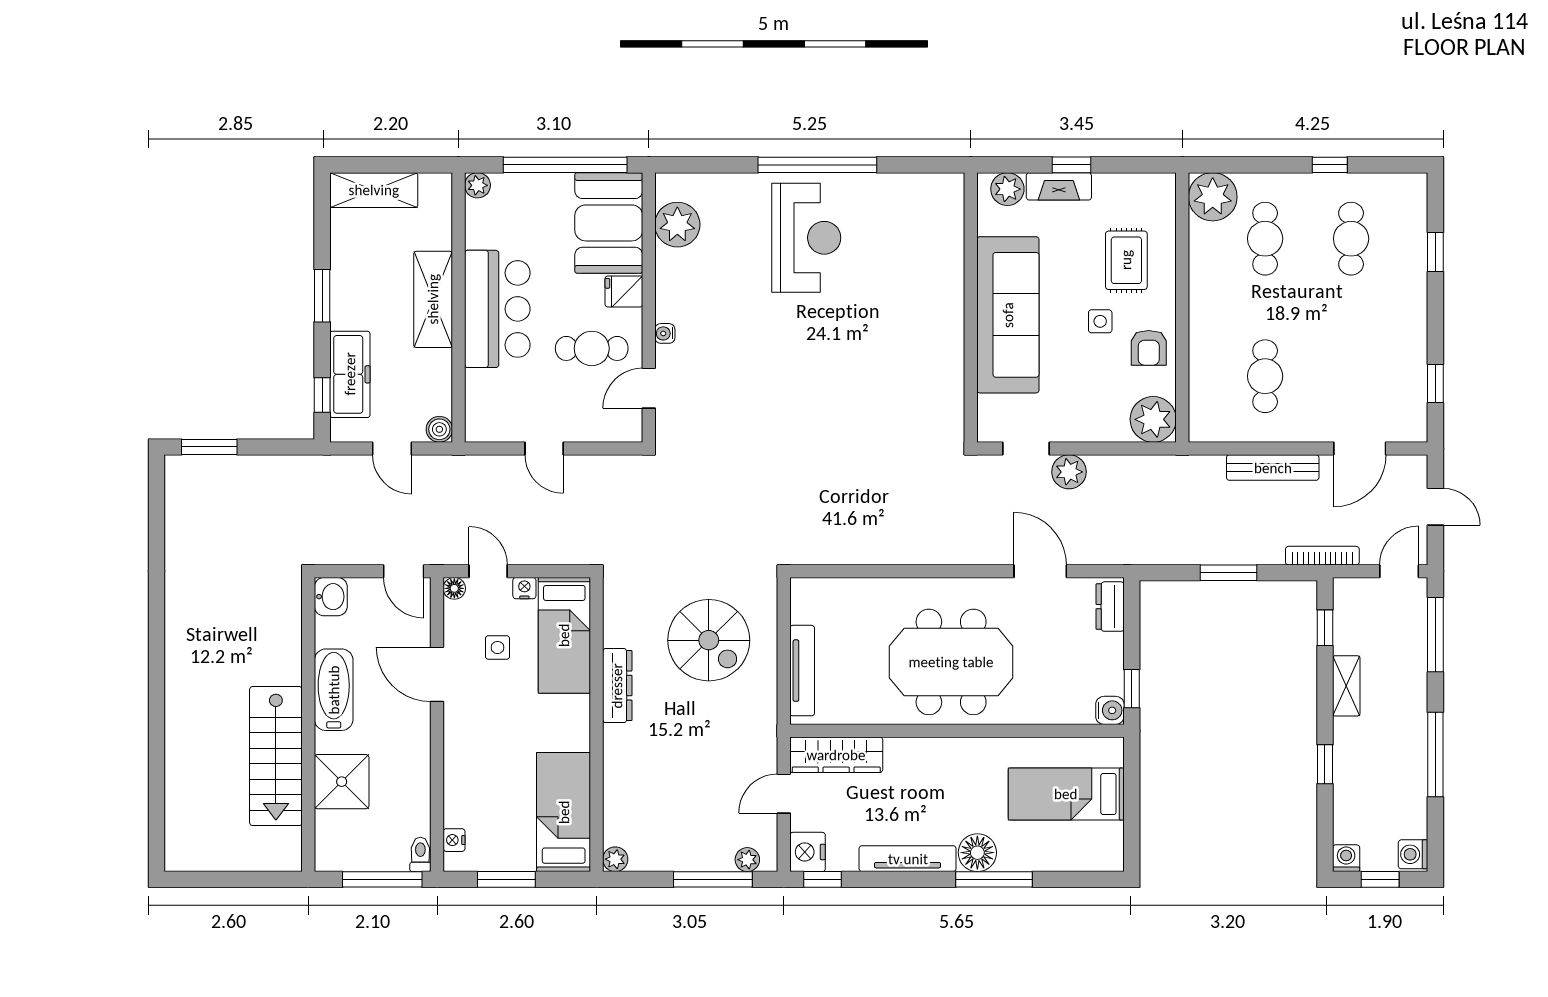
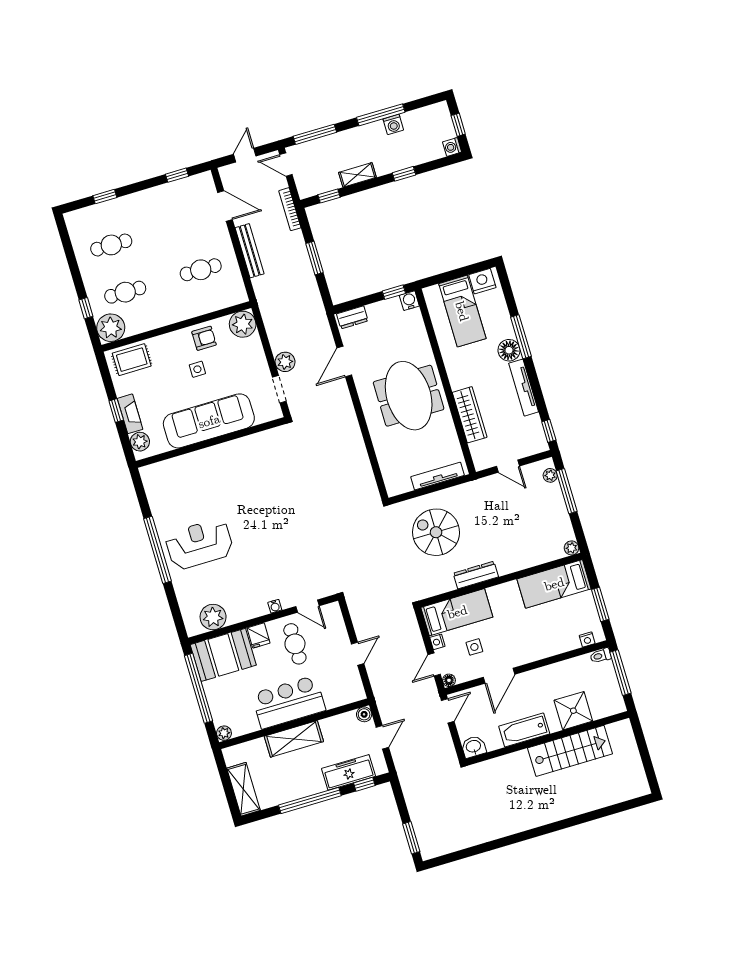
window: (1330, 165) -> (86, 308), moved
rug: (1126, 260) -> (132, 360), moved
window: (322, 296) -> (310, 800), width x2.11
spiral stairs: (709, 640) -> (436, 532), turned -90
wardrobe: (836, 755) -> (470, 415), moved
nightstand: (808, 852) -> (482, 281), moved, turned 180
washing machine: (1413, 854) -> (393, 124), moved

